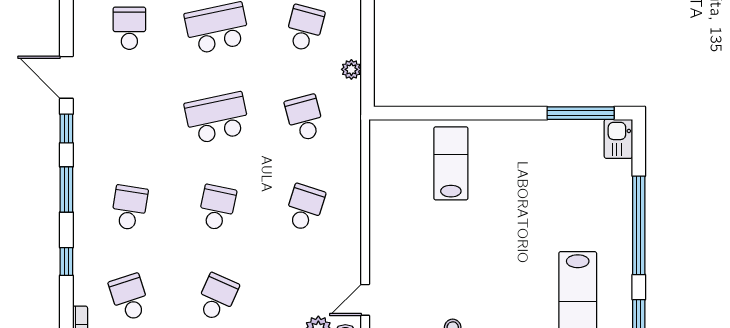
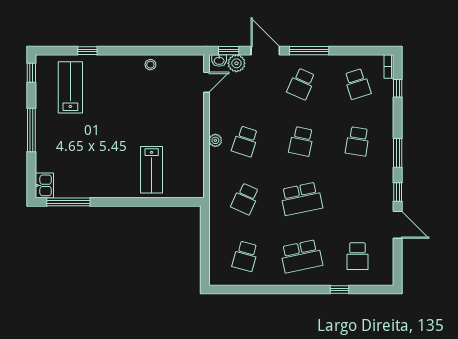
plant: (351, 69) -> (215, 140), moved
school desk: (305, 118) -> (245, 199), turned 39
window: (639, 225) -> (31, 130), width x0.68
window: (66, 262) -> (398, 88), moved

